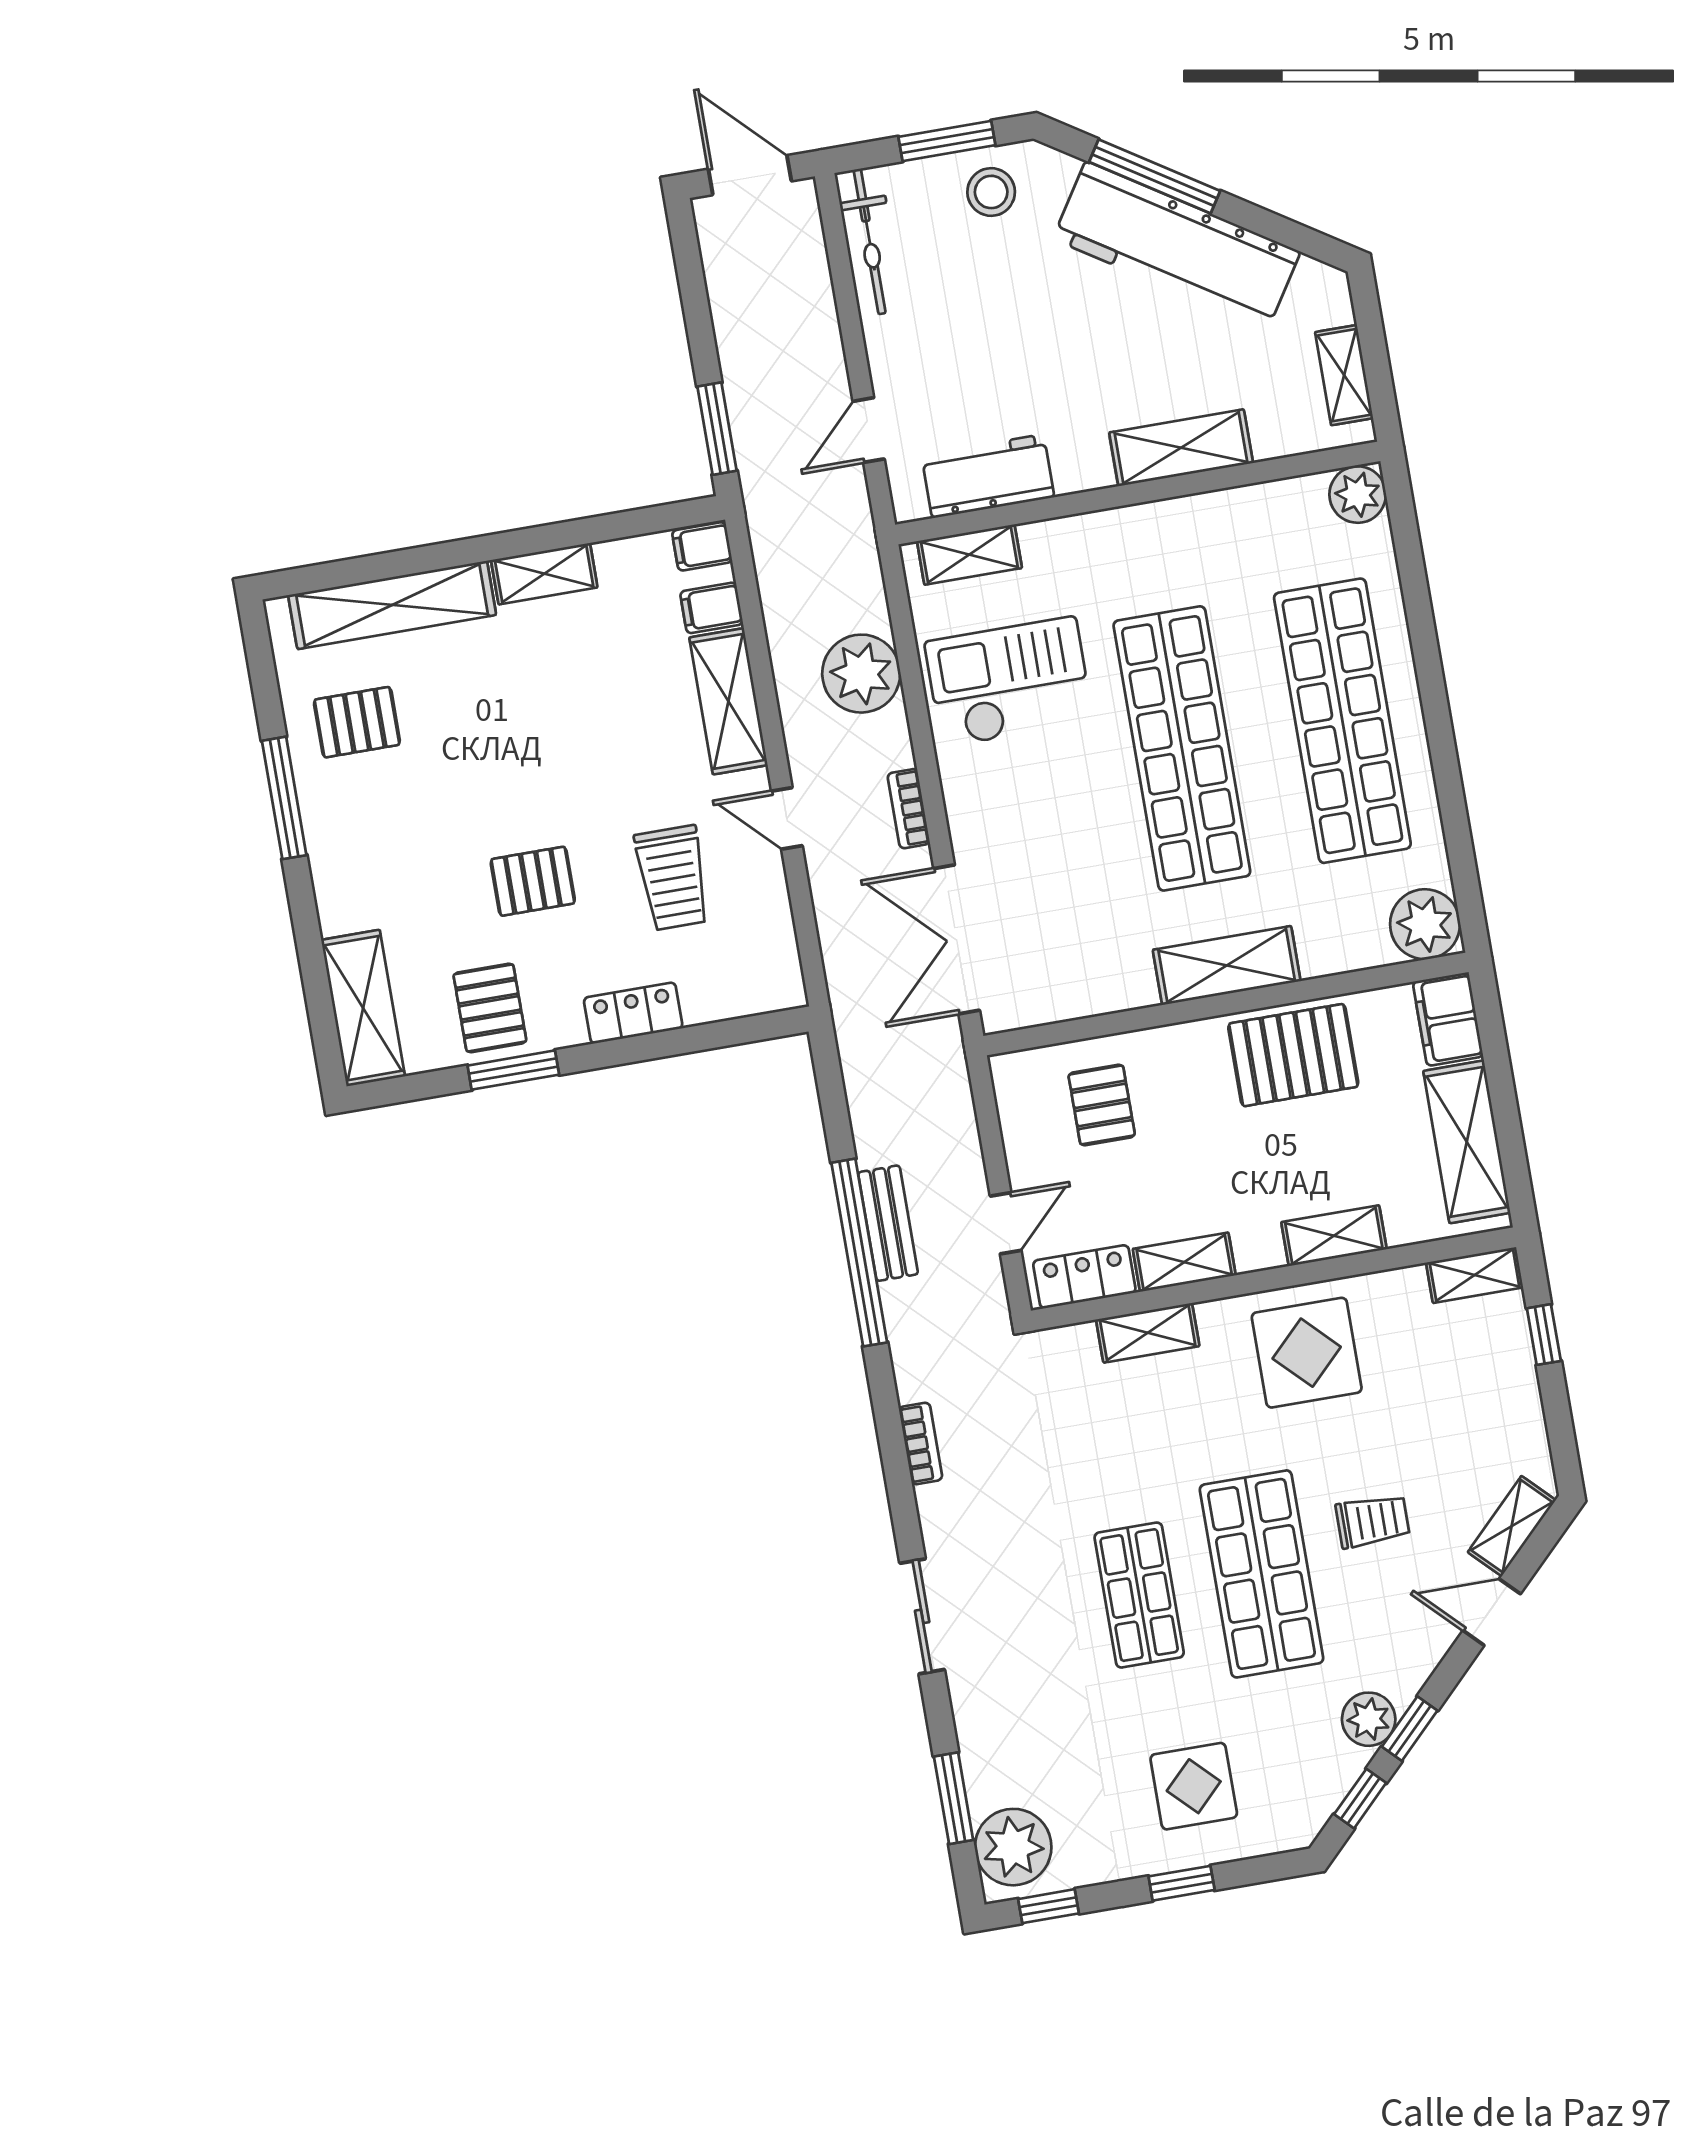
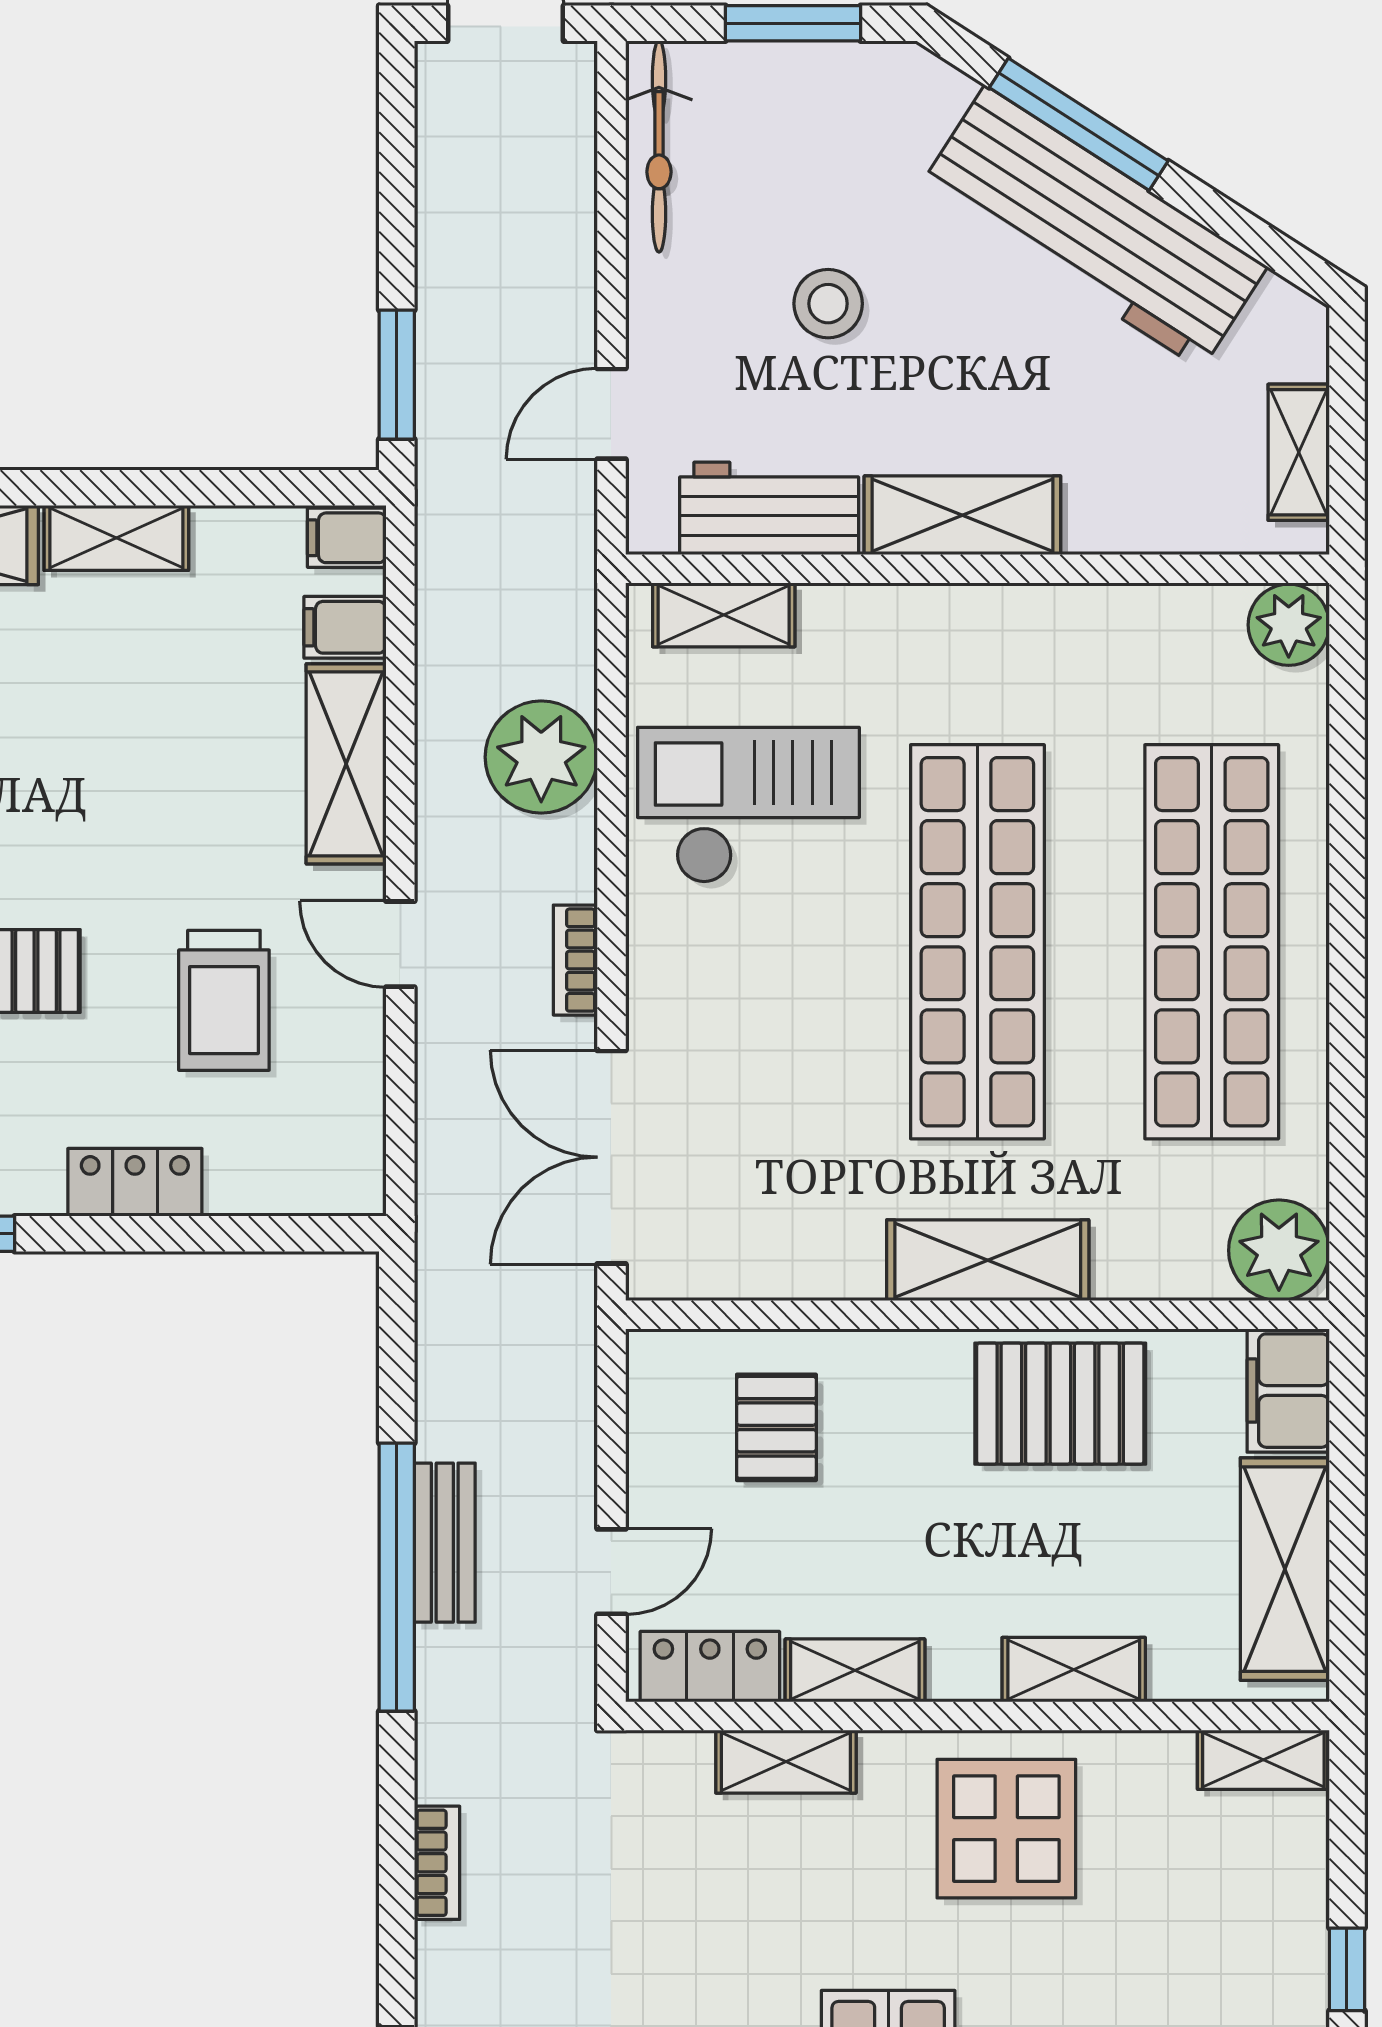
stool: (991, 192) -> (828, 304), moved
shelving: (1181, 448) -> (962, 515), moved
window: (1544, 1335) -> (1347, 1969), moved

